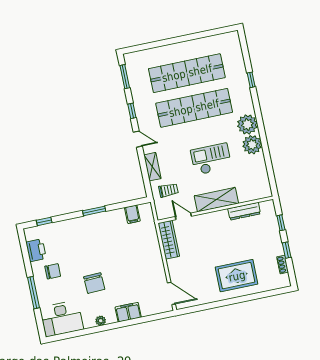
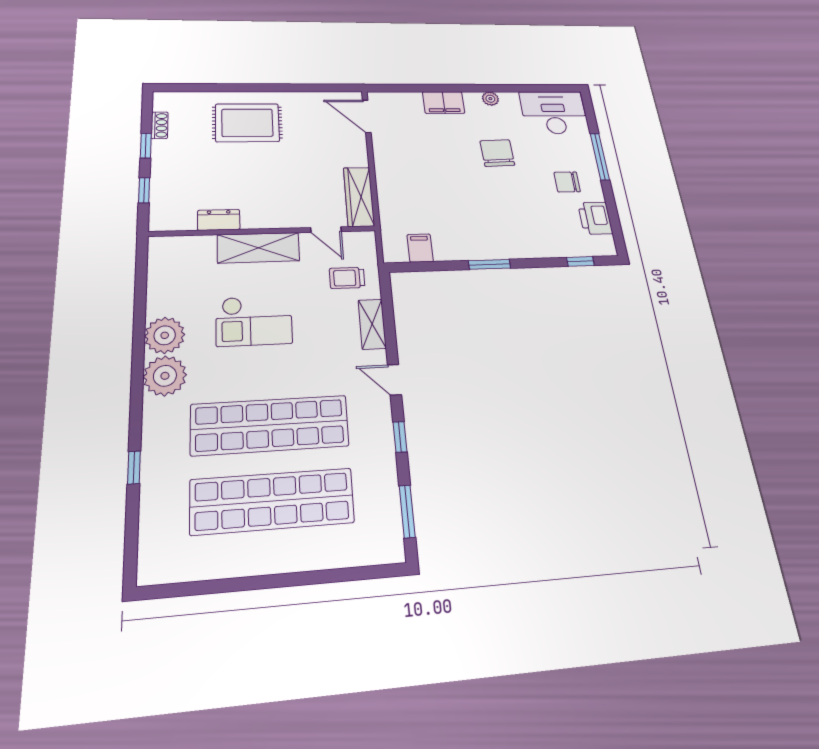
dresser: (244, 211) -> (219, 220), width x0.70

